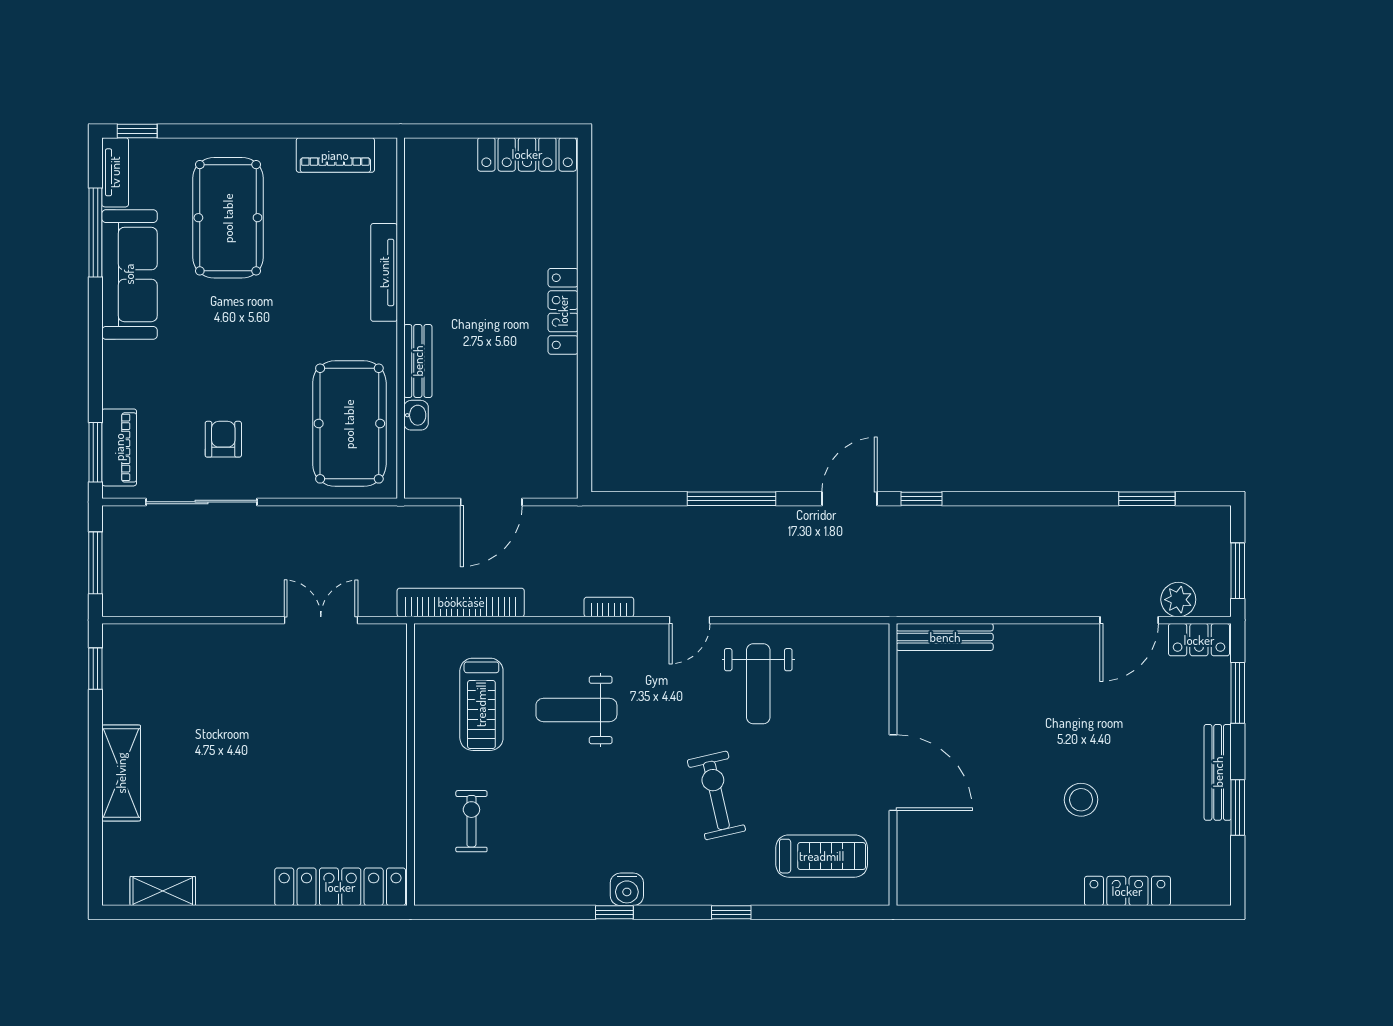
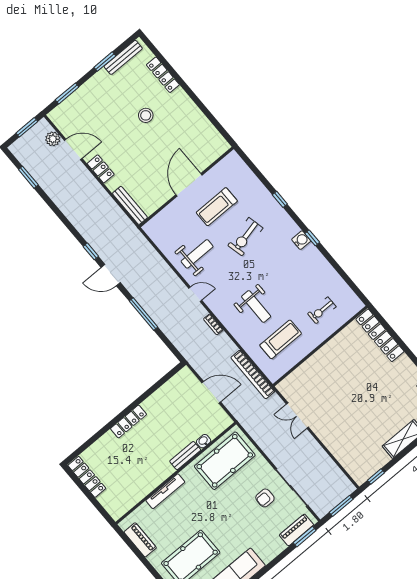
locker: (1199, 640) -> (101, 169), moved
bench: (1218, 772) -> (123, 57), moved
treadmill: (822, 856) -> (217, 207), moved, turned -90

